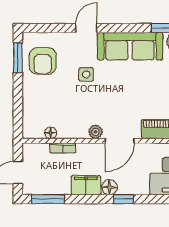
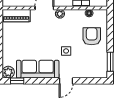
armchair: (43, 61) -> (92, 36), moved

